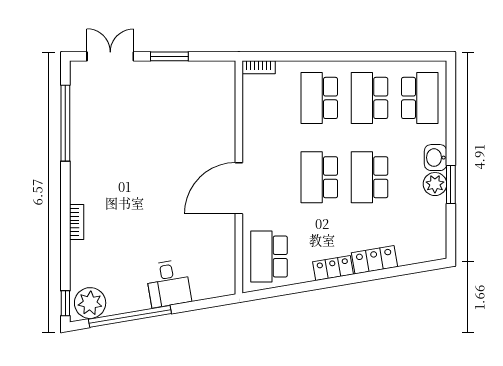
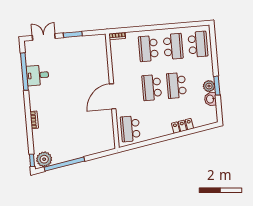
school desk: (369, 98) -> (173, 46), turned 180
washbasin: (436, 158) -> (210, 99), moved
locker: (333, 268) -> (162, 132), removed
desk: (168, 283) -> (38, 75), moved, turned 100

